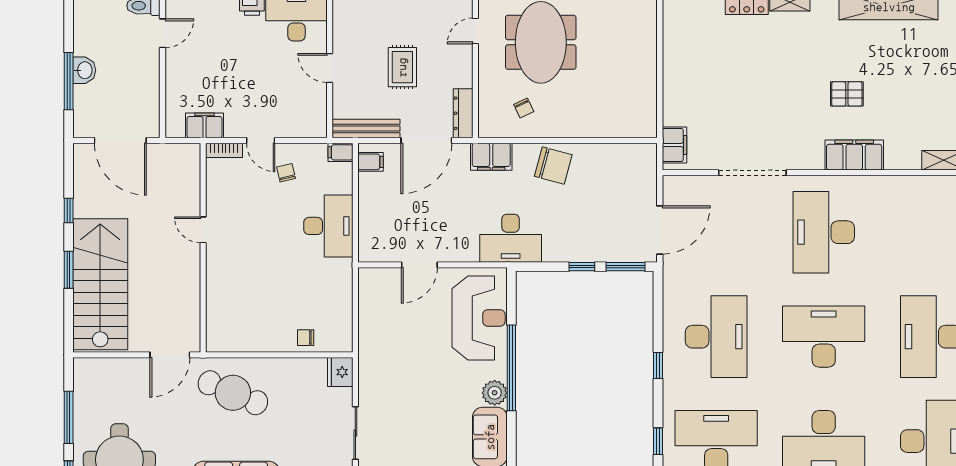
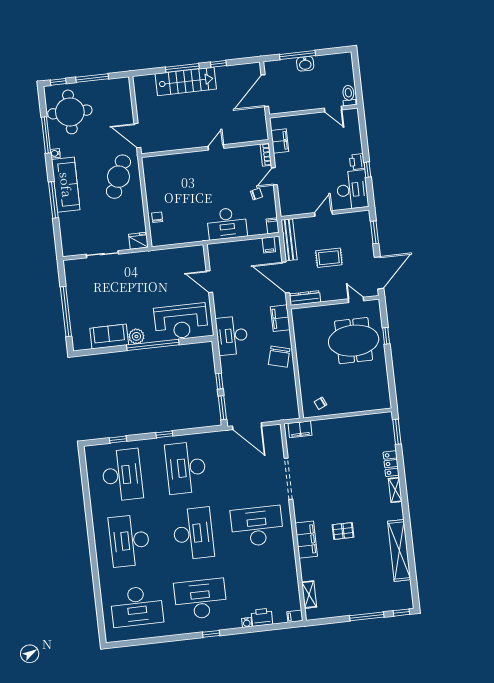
pallet: (847, 94) -> (343, 531), turned 90
chair: (524, 108) -> (320, 403), moved
window: (69, 270) -> (182, 68), width x1.44
stairs: (100, 284) -> (186, 81), width x0.73, depth x0.66
desk: (716, 337) -> (186, 468), turned 90

